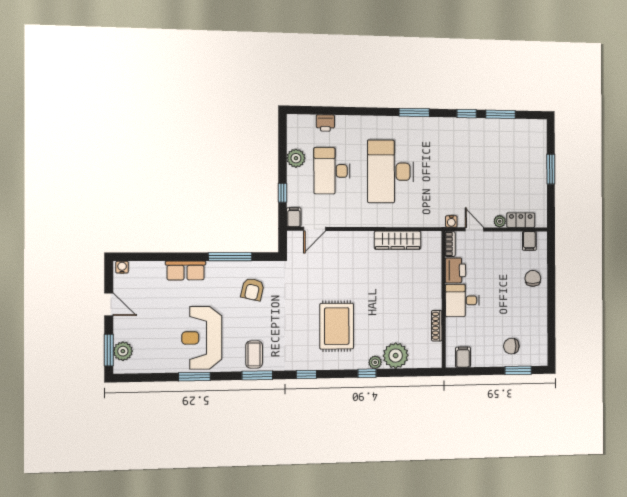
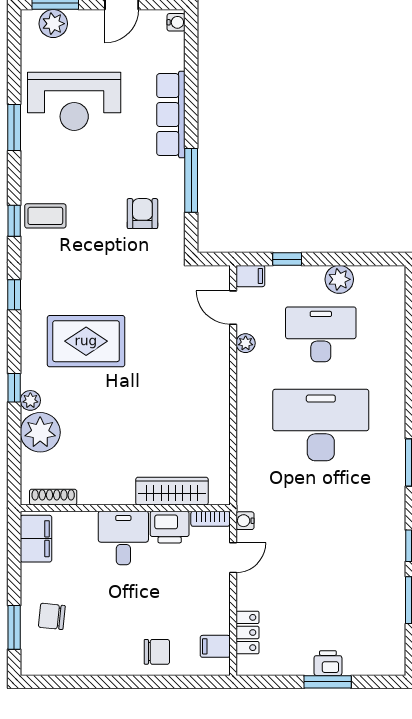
printer: (325, 123) -> (328, 663), moved, turned 90
plant: (500, 221) -> (246, 343), moved
wardrobe: (398, 240) -> (172, 491), moved, turned 90
row of seats: (186, 271) -> (171, 115), width x1.48
armchair: (252, 289) -> (142, 214), turned 77
shoe rack: (437, 326) -> (53, 497), moved
reception desk: (202, 338) -> (74, 101), moved, turned 180
chair: (511, 346) -> (52, 616), turned -84
filing cabinet: (463, 357) -> (36, 539), width x2.00
window: (257, 375) -> (14, 221), width x0.67

